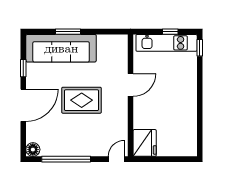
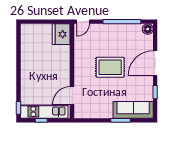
sofa: (61, 48) -> (133, 110), width x0.74, depth x0.79
door: (130, 85) -> (72, 95), moved

